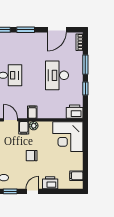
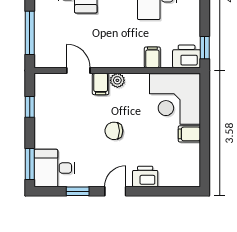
window: (85, 89) -> (205, 48), moved
filing cabinet: (32, 112) -> (152, 57), moved
filing cabinet: (76, 176) -> (189, 134), moved

